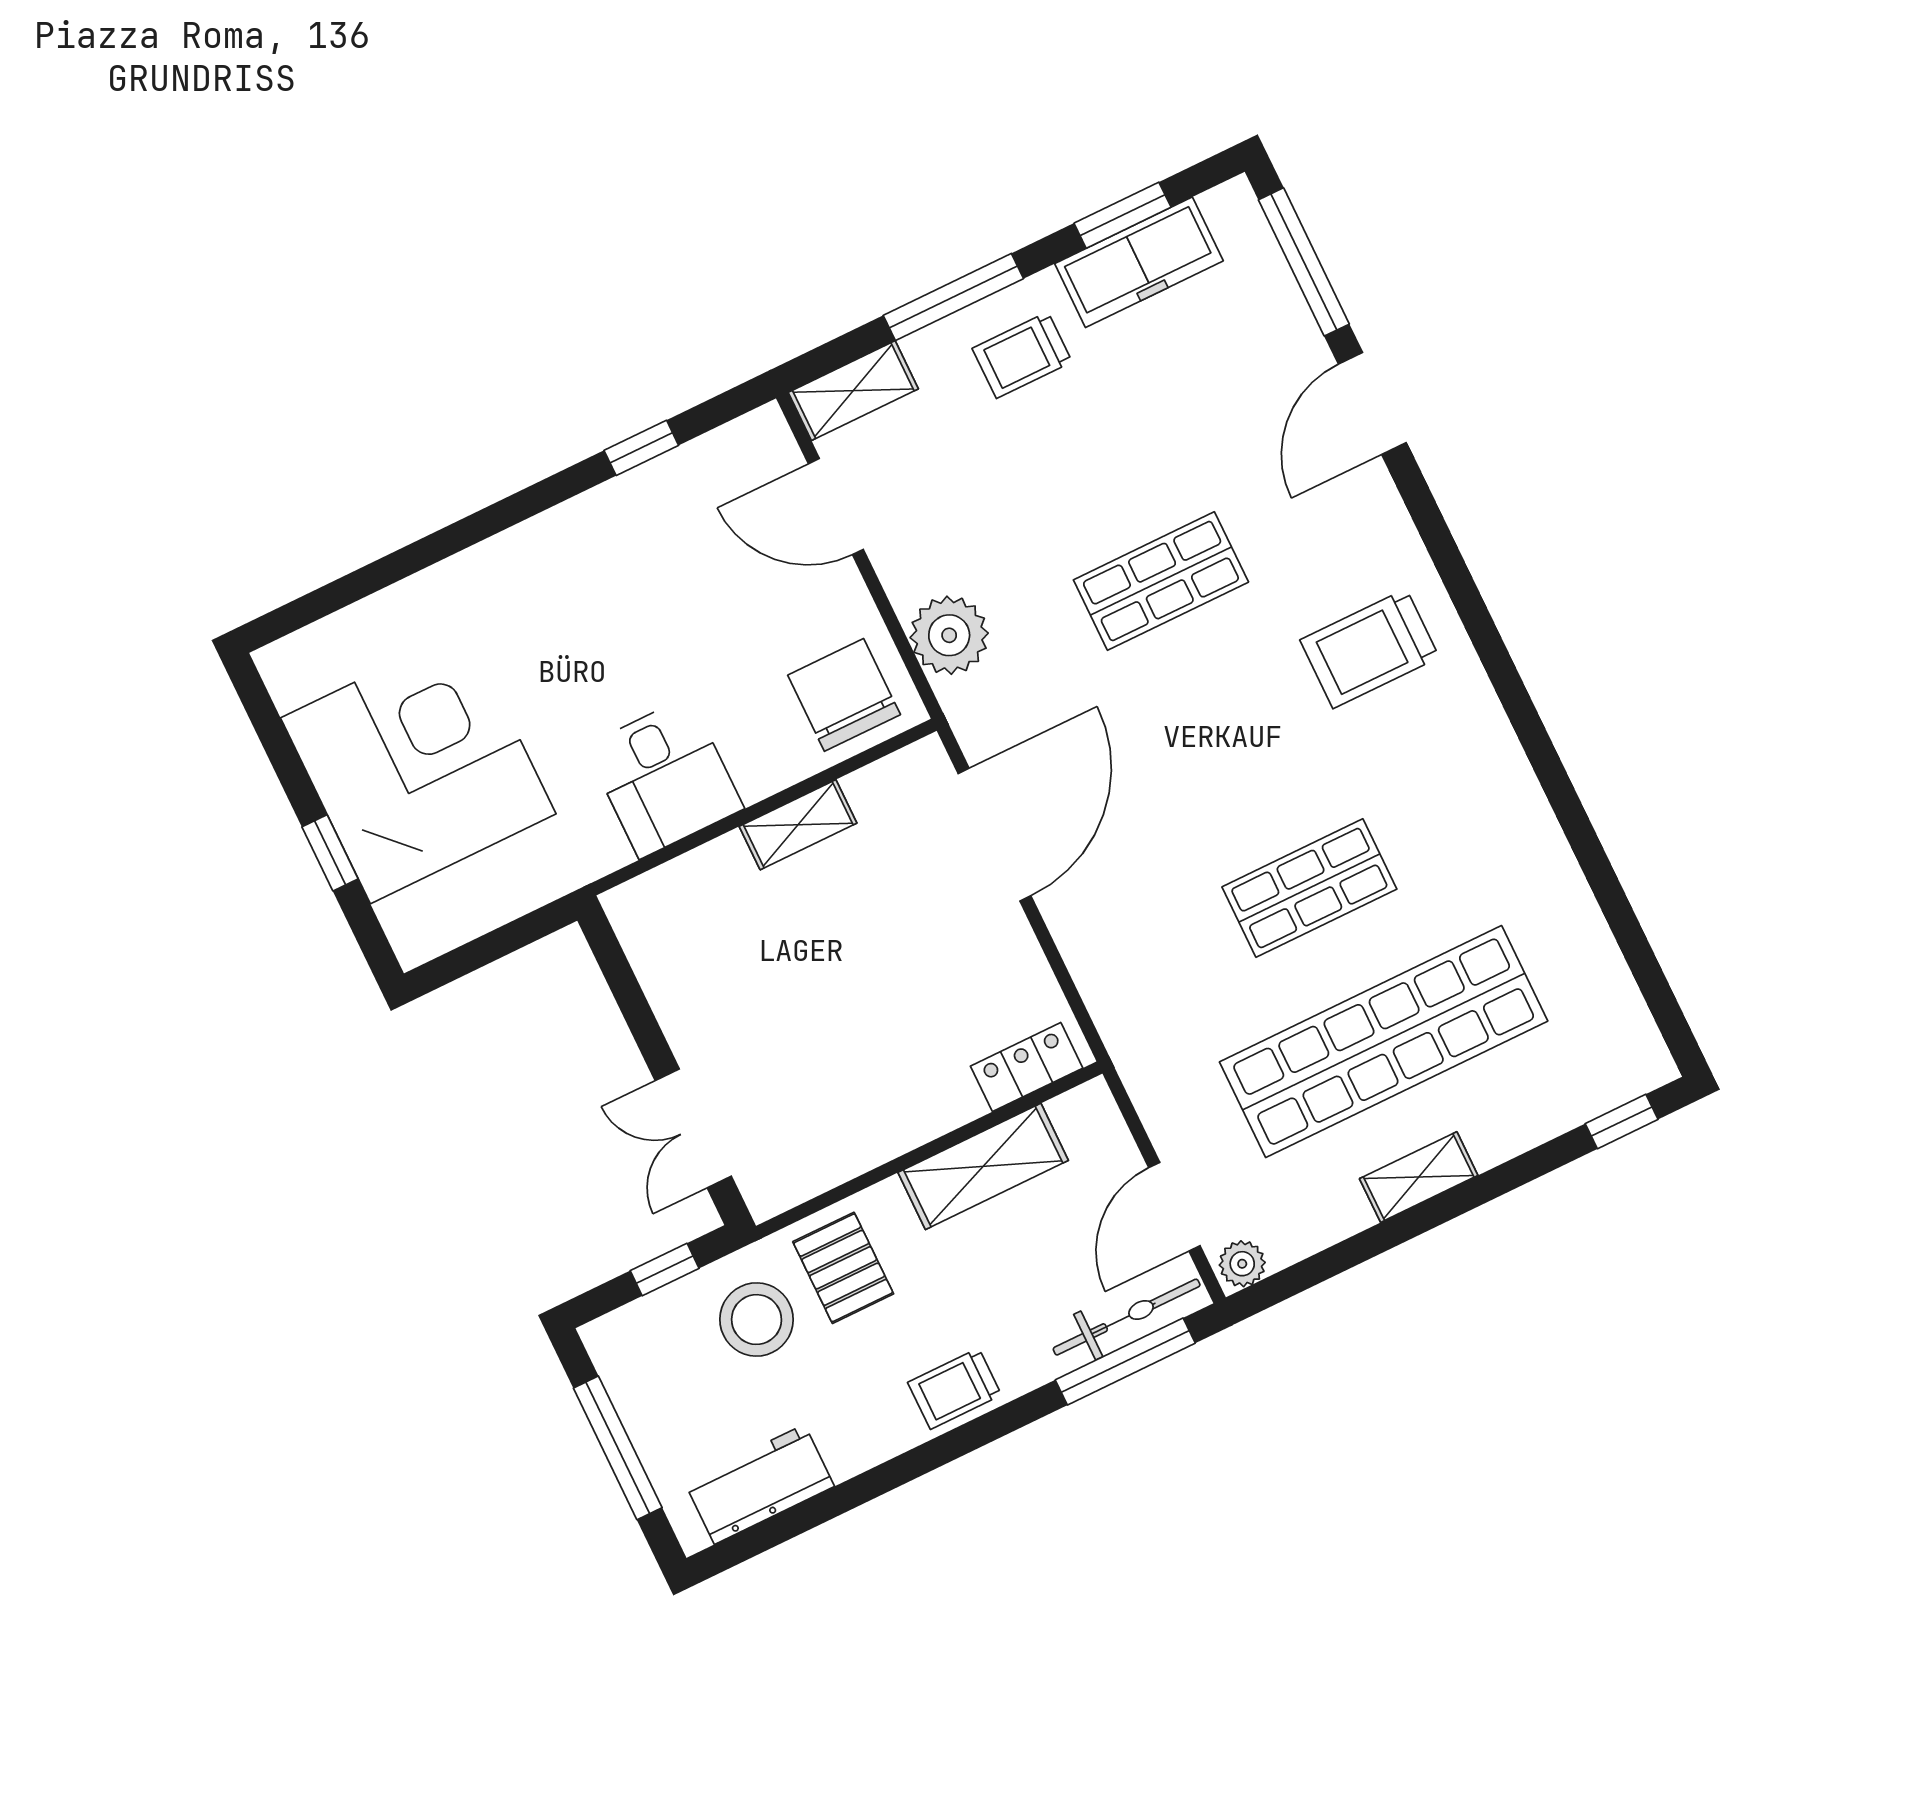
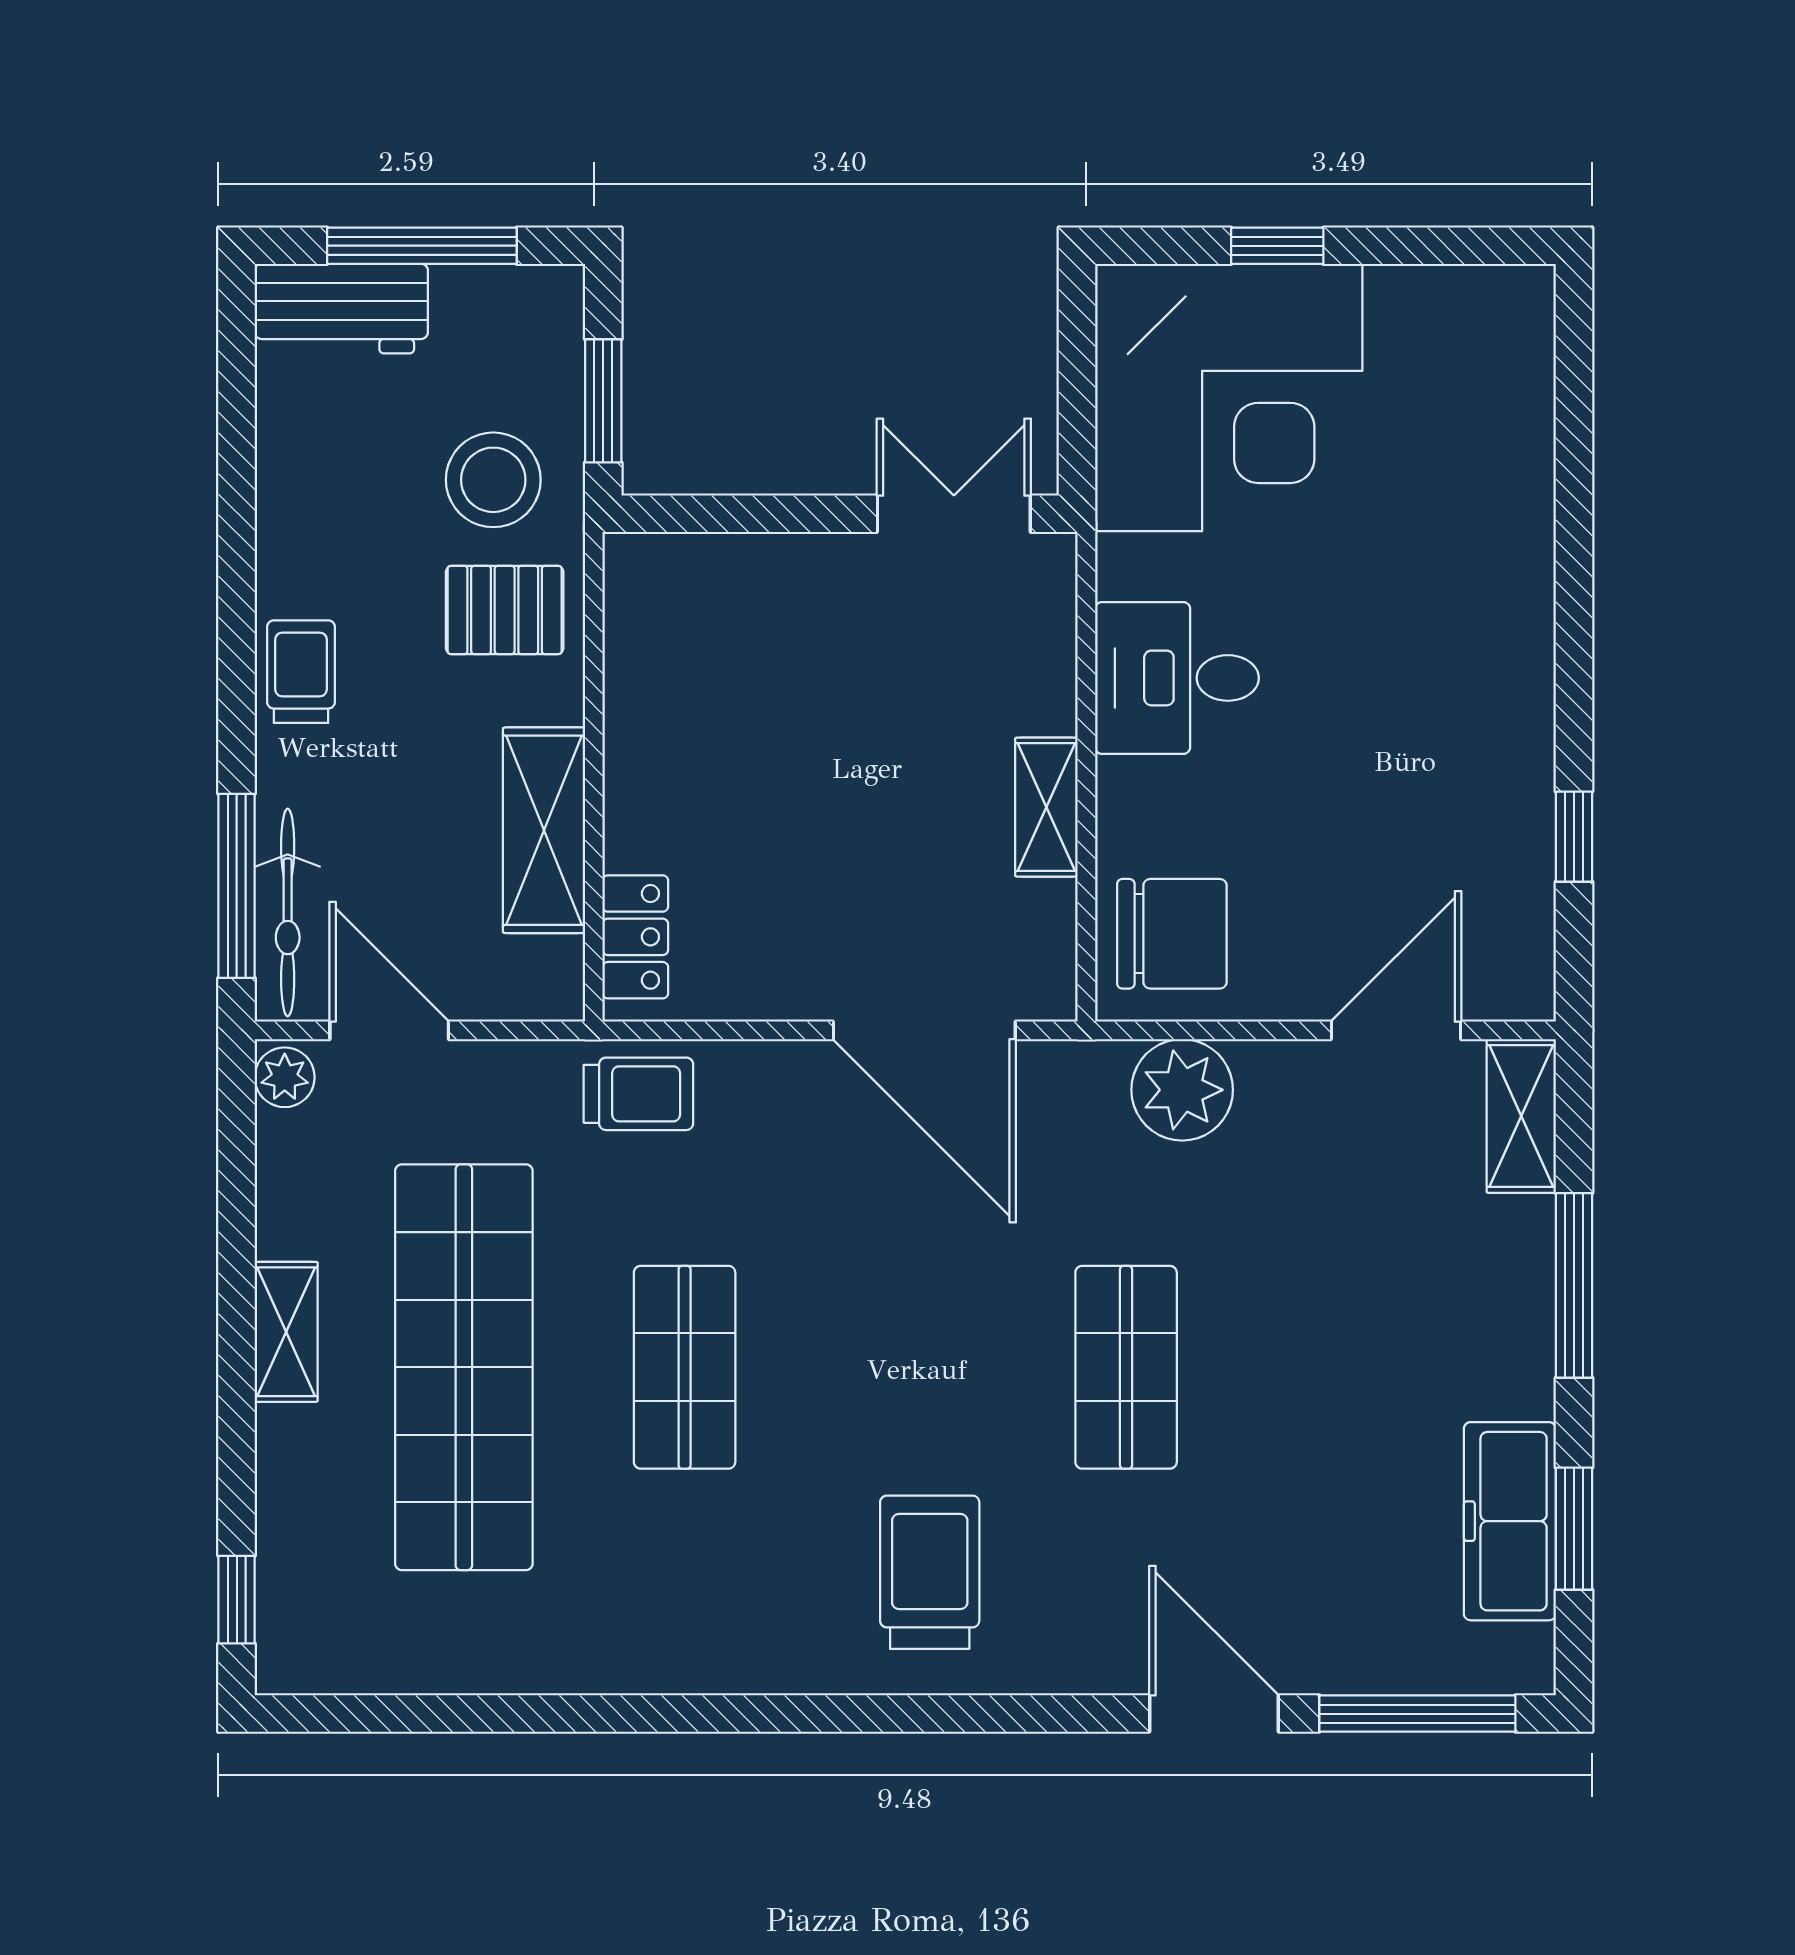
trolley: (1022, 355) -> (638, 1094), moved, turned 90
corner desk: (418, 766) -> (1229, 397), moved
double door: (693, 1128) -> (954, 514), moved
window: (665, 1270) -> (603, 401), width x1.50
workbench: (759, 1484) -> (341, 309), moved, turned 90

